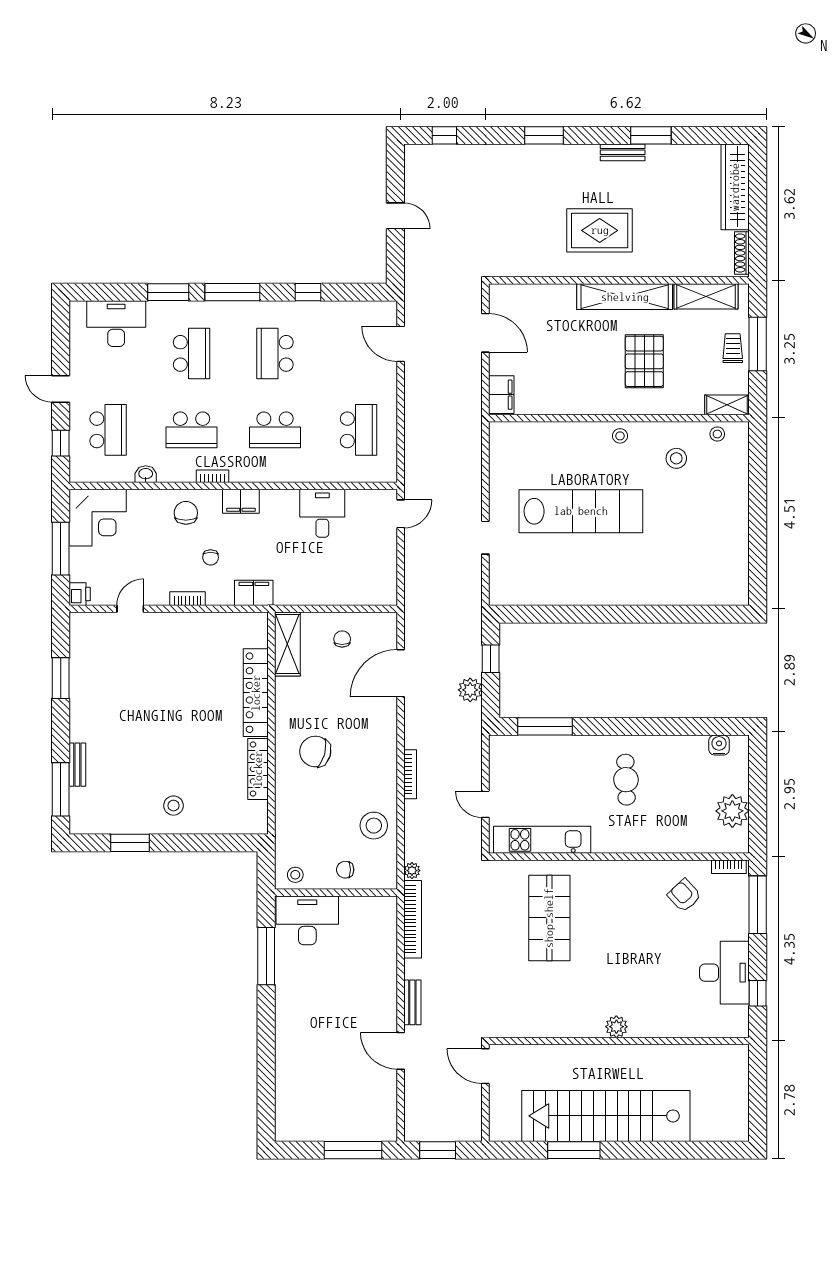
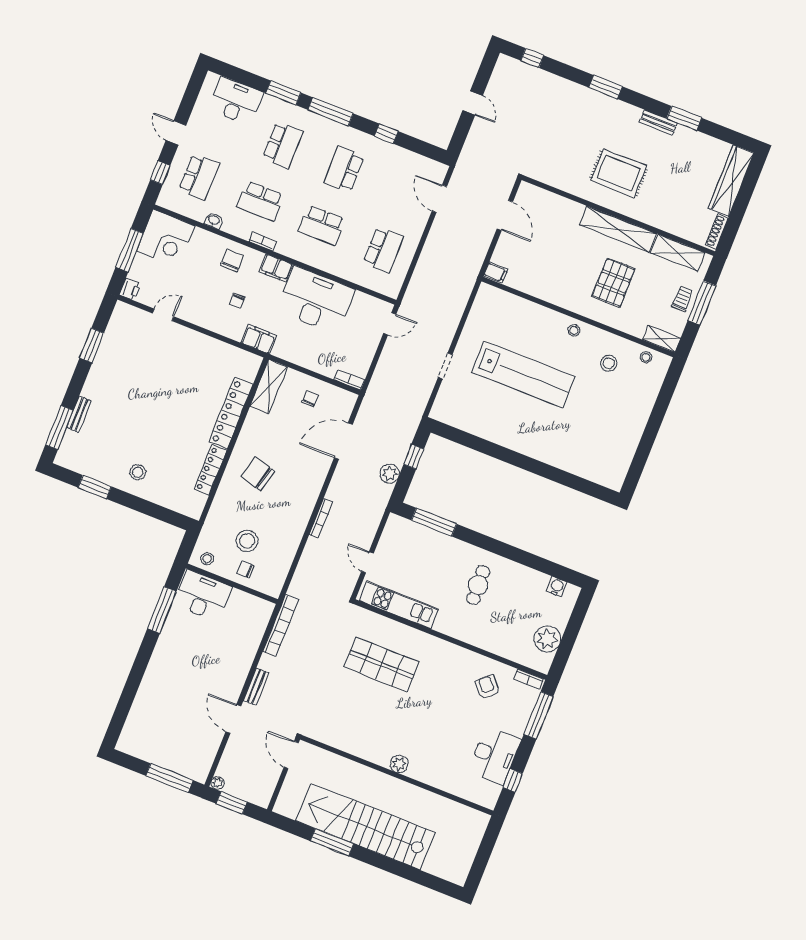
filing cabinet: (501, 395) -> (496, 272), width x0.50
desk: (322, 513) -> (316, 300), width x1.87, depth x1.30
bookcase: (188, 599) -> (349, 380), moved
stool: (374, 826) -> (247, 541), moved
plant: (412, 871) -> (218, 783), moved
shop shelf: (549, 918) -> (381, 664), turned 90

